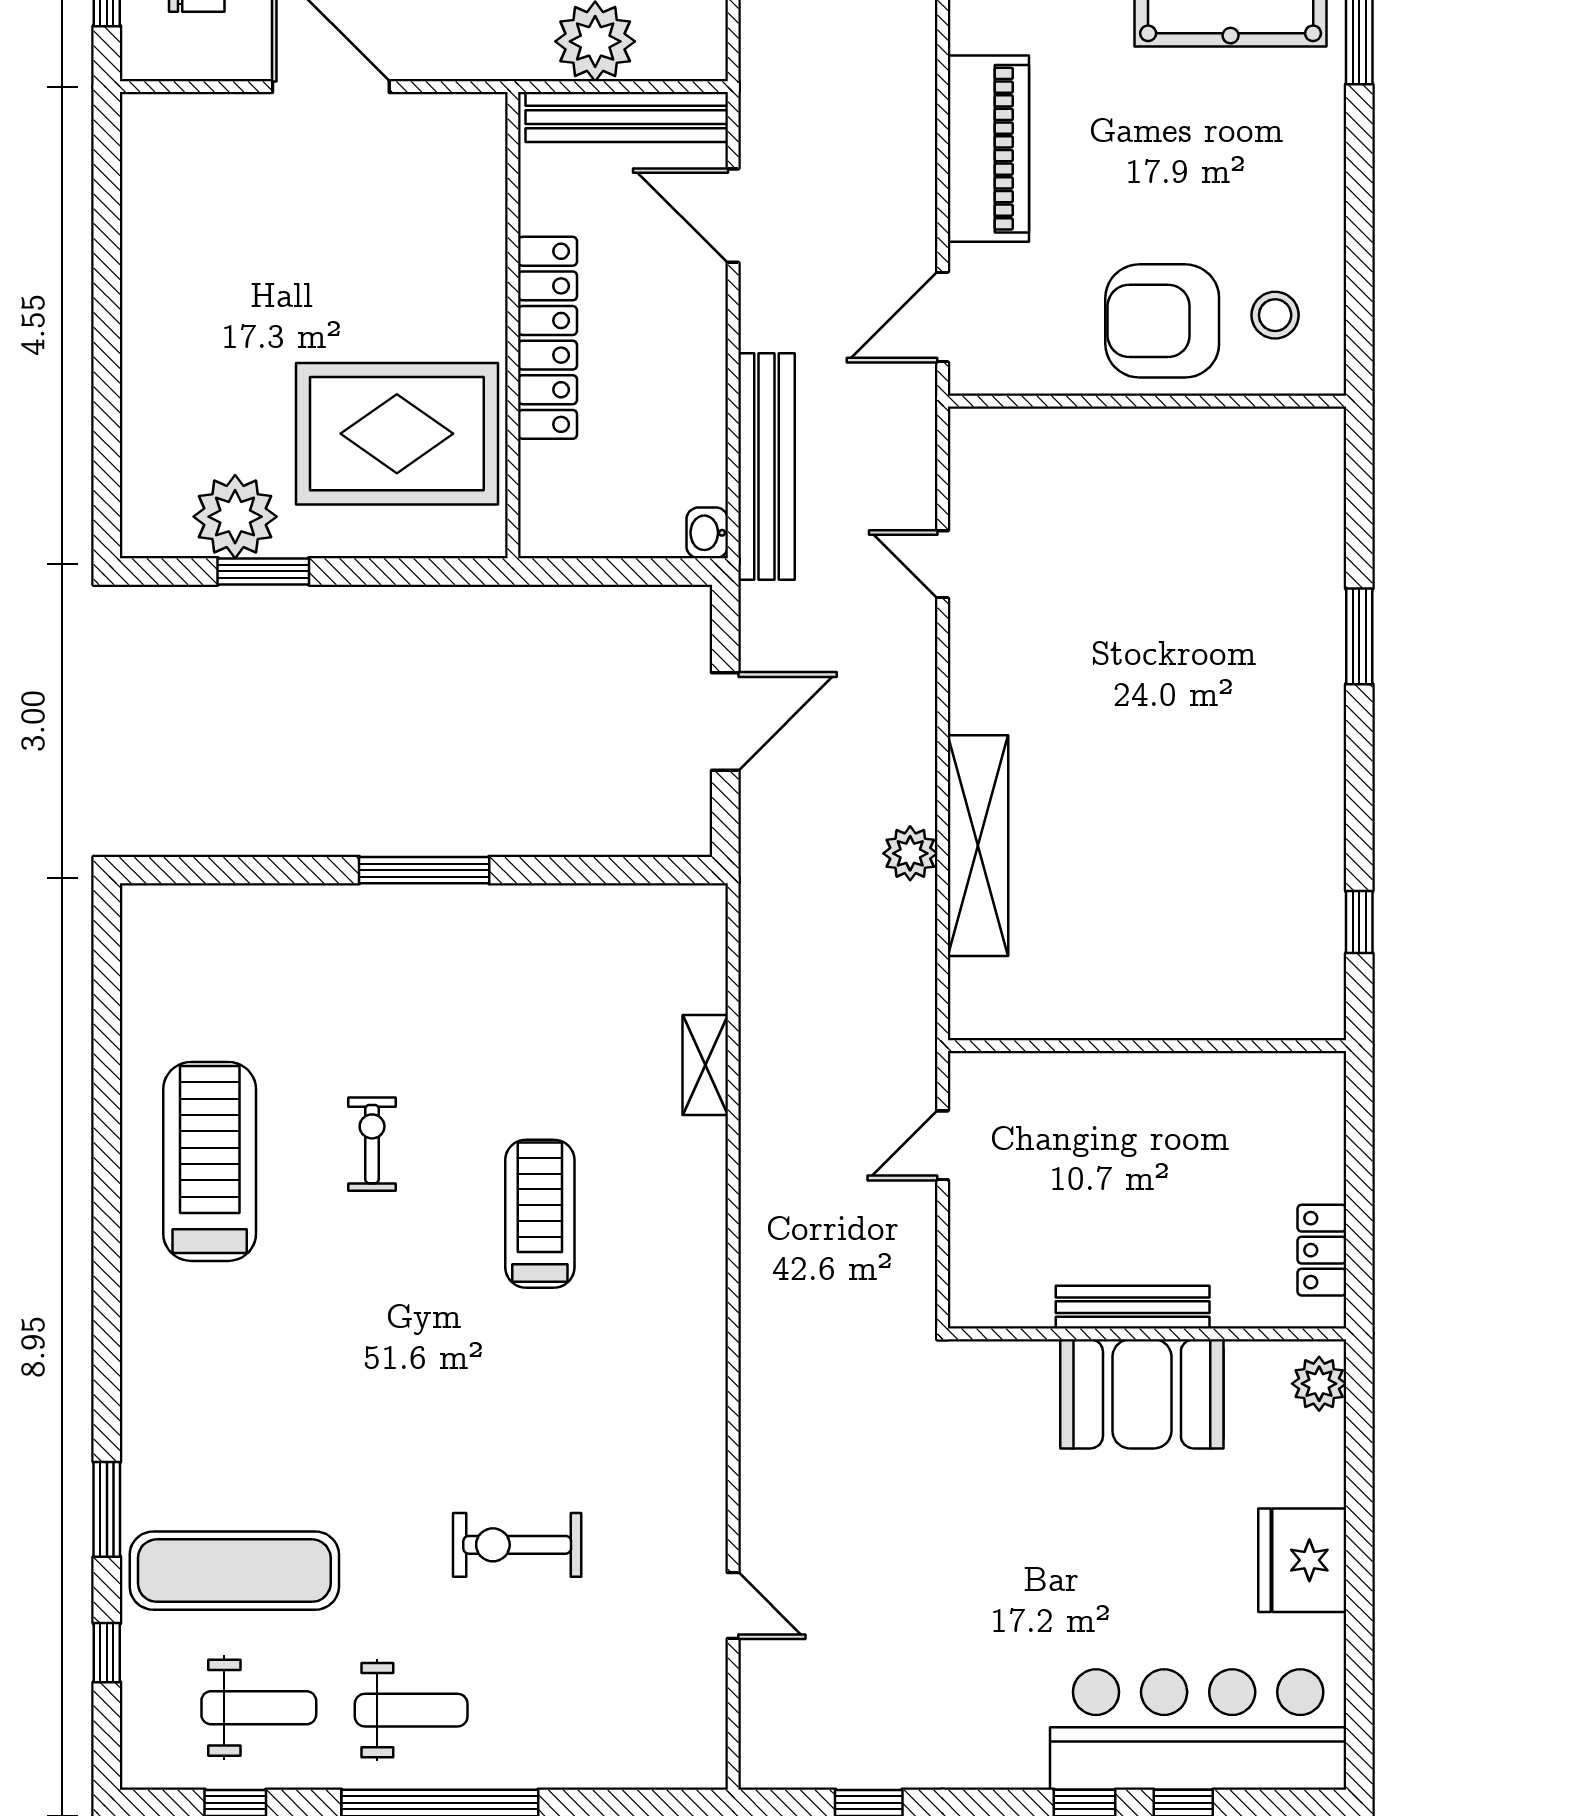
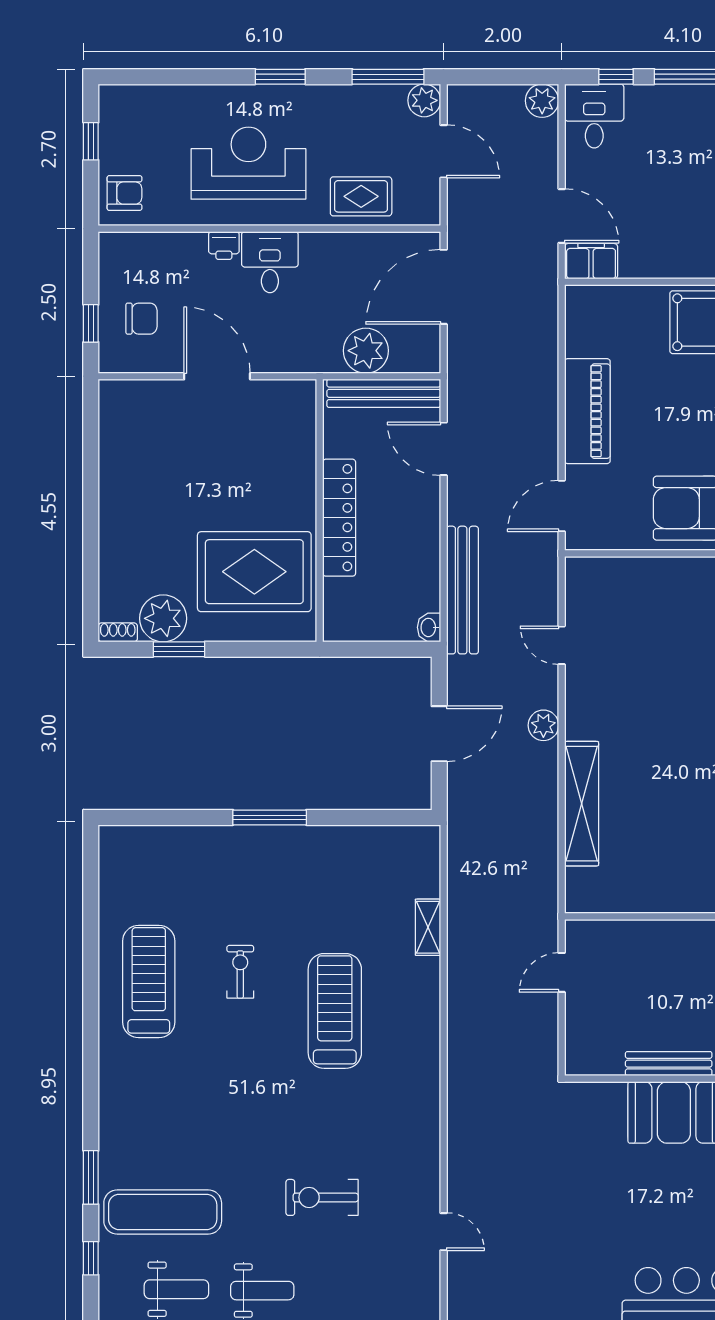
shoe rack: (155, 541) -> (118, 632), added
plant: (910, 853) -> (543, 725), moved
treadmill: (540, 1214) -> (335, 1011), width x1.37, depth x1.38

